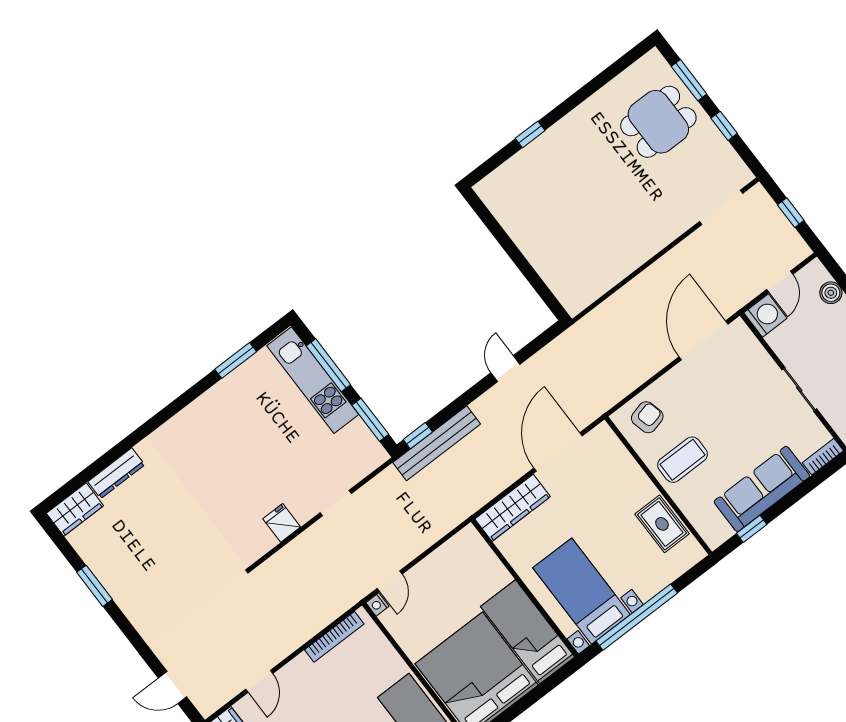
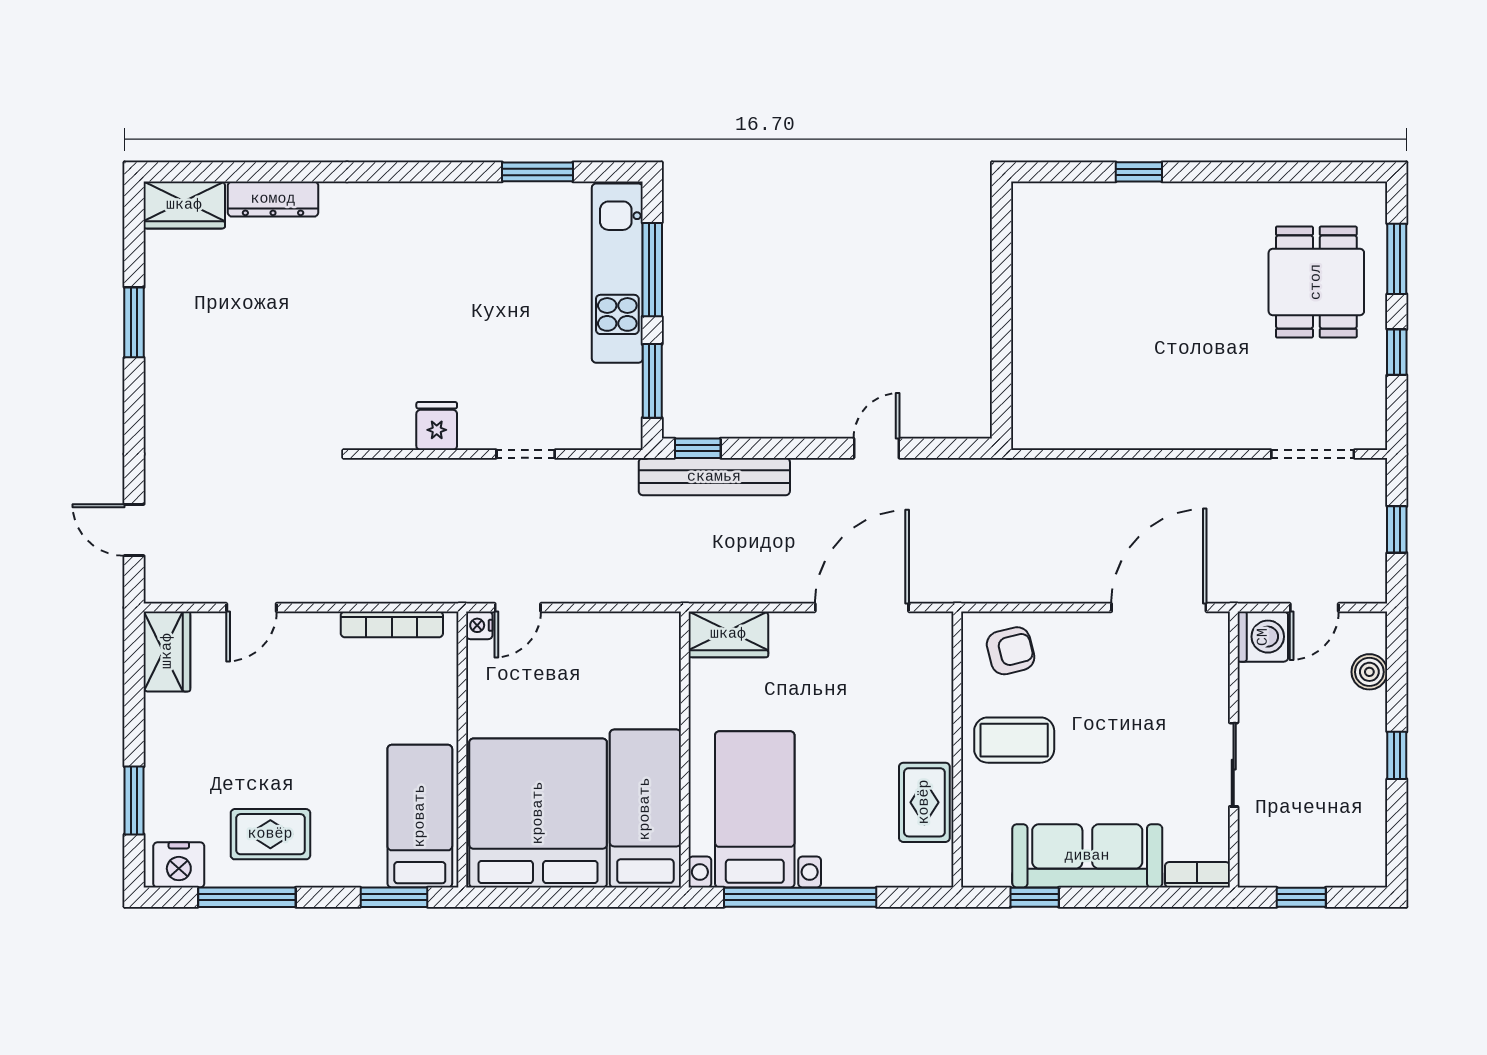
dining table: (658, 122) -> (1316, 282), turned 90
wardrobe: (513, 508) -> (728, 634), width x0.67

